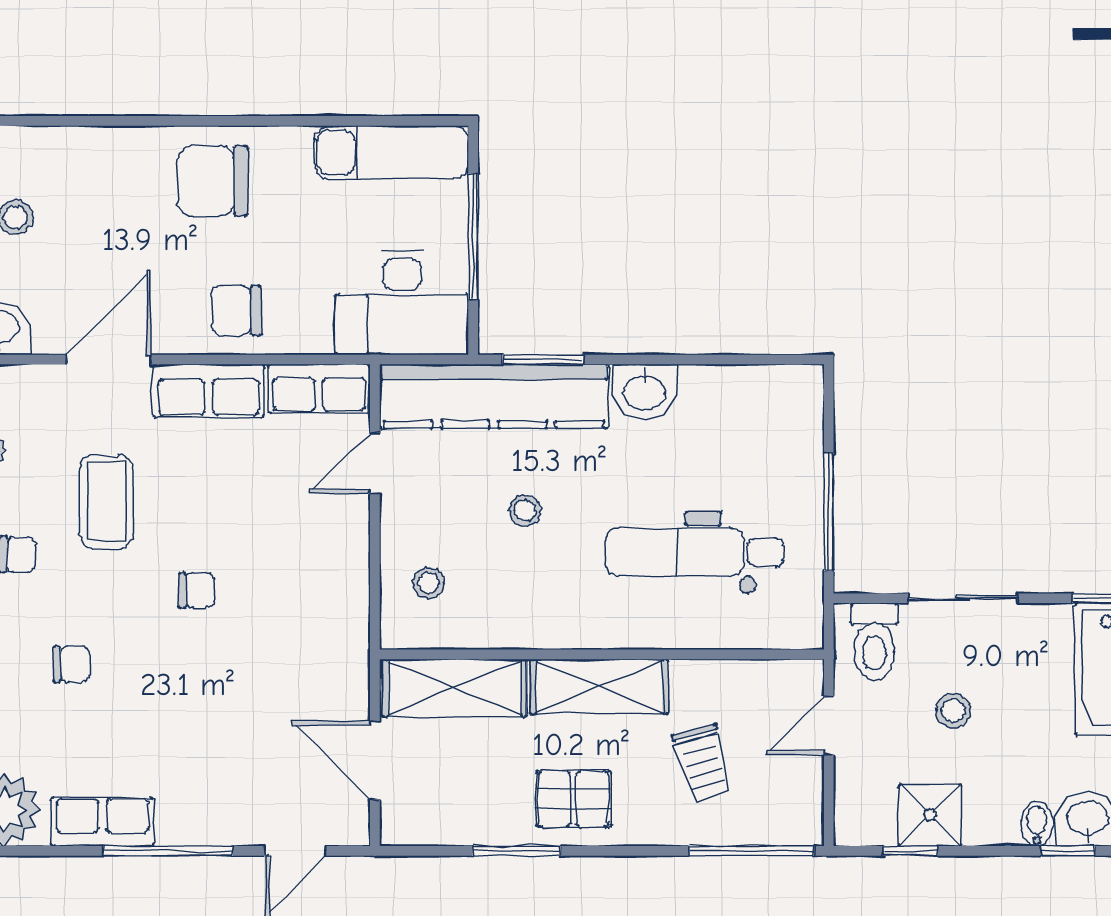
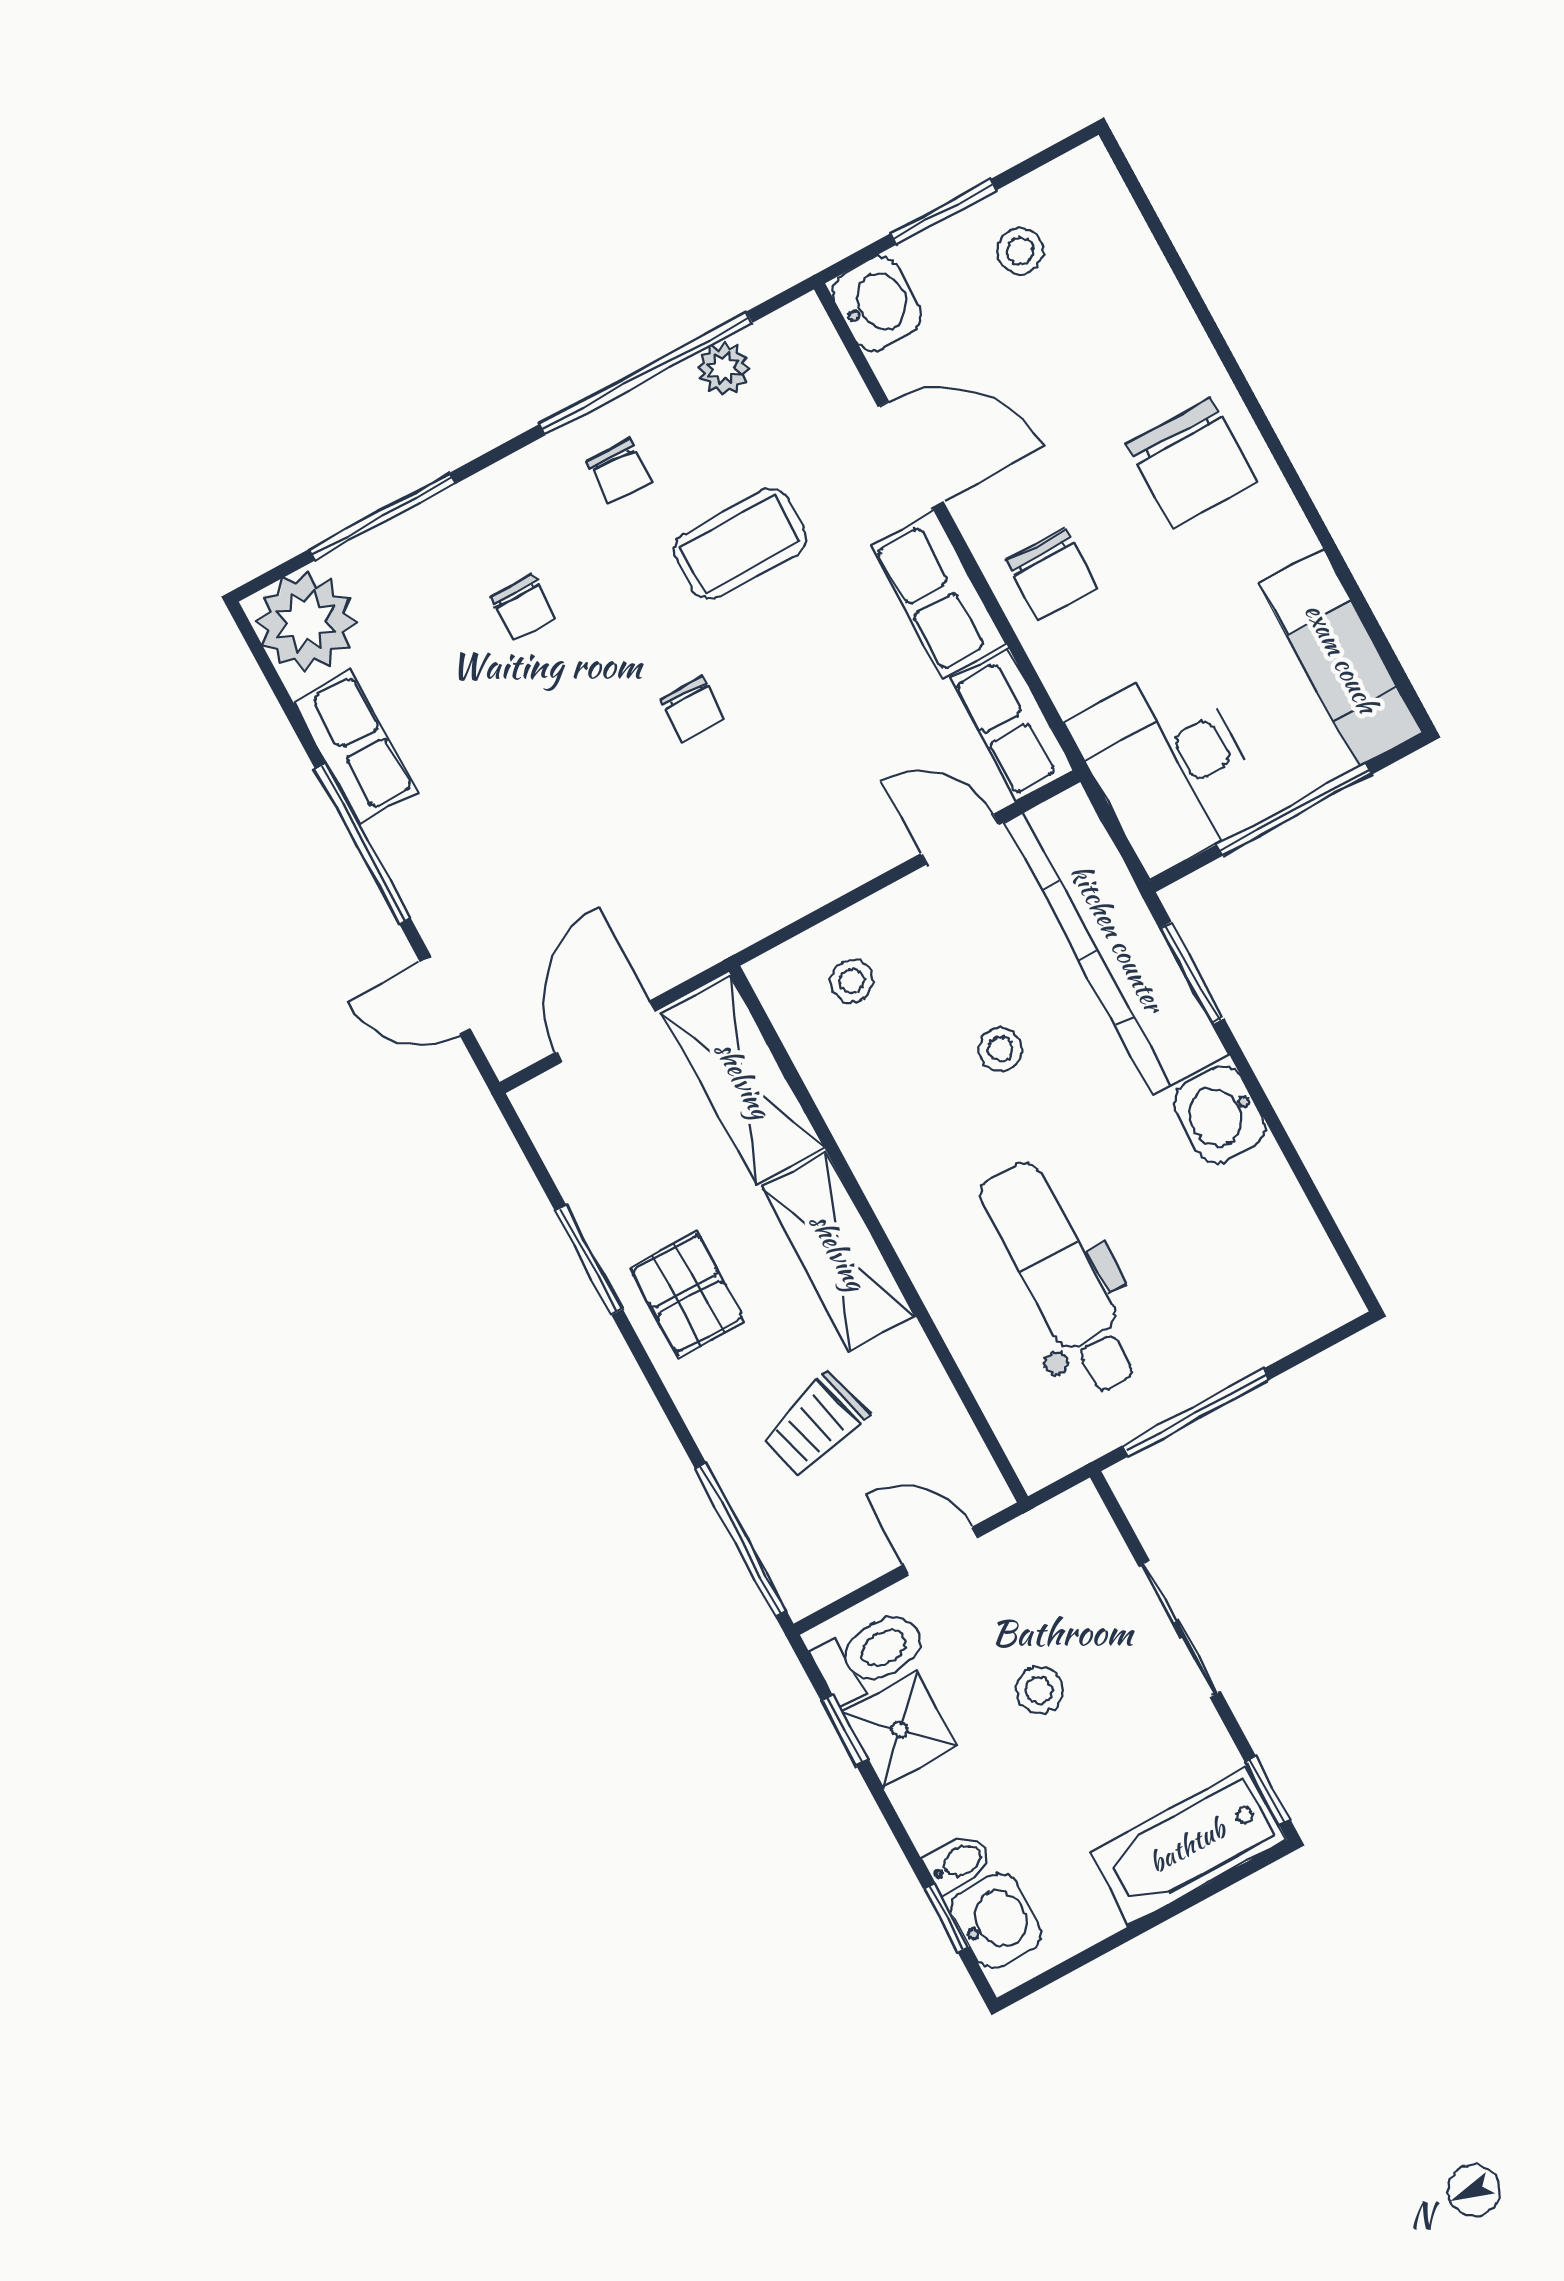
chair: (213, 181) -> (1192, 463), turned 180
chair: (236, 310) -> (1052, 575), turned 180
toilet: (874, 642) -> (871, 1655), moved, turned 180

